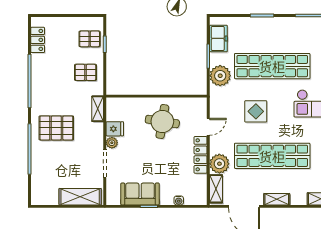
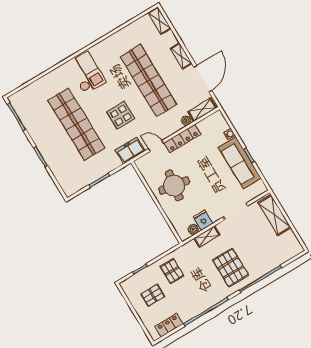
freezer: (218, 38) -> (130, 150), moved
pallet: (90, 39) -> (153, 295), moved, turned 90
plant: (220, 76) -> (109, 161), removed
shelving: (98, 109) -> (207, 237), moved
plant: (112, 143) -> (193, 229), moved
plant: (219, 164) -> (186, 121), width x0.53, depth x0.53
sofa: (140, 194) -> (240, 163), width x1.36

